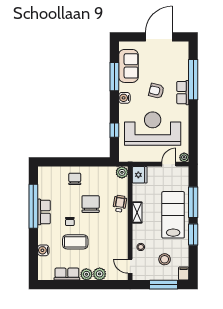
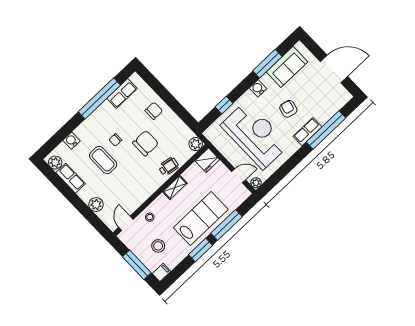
row of seats: (44, 212) -> (122, 93), moved
plant: (86, 274) -> (55, 163), moved

